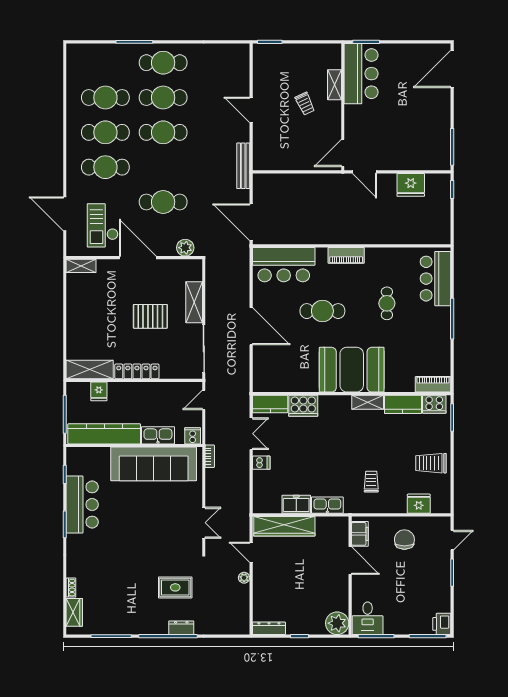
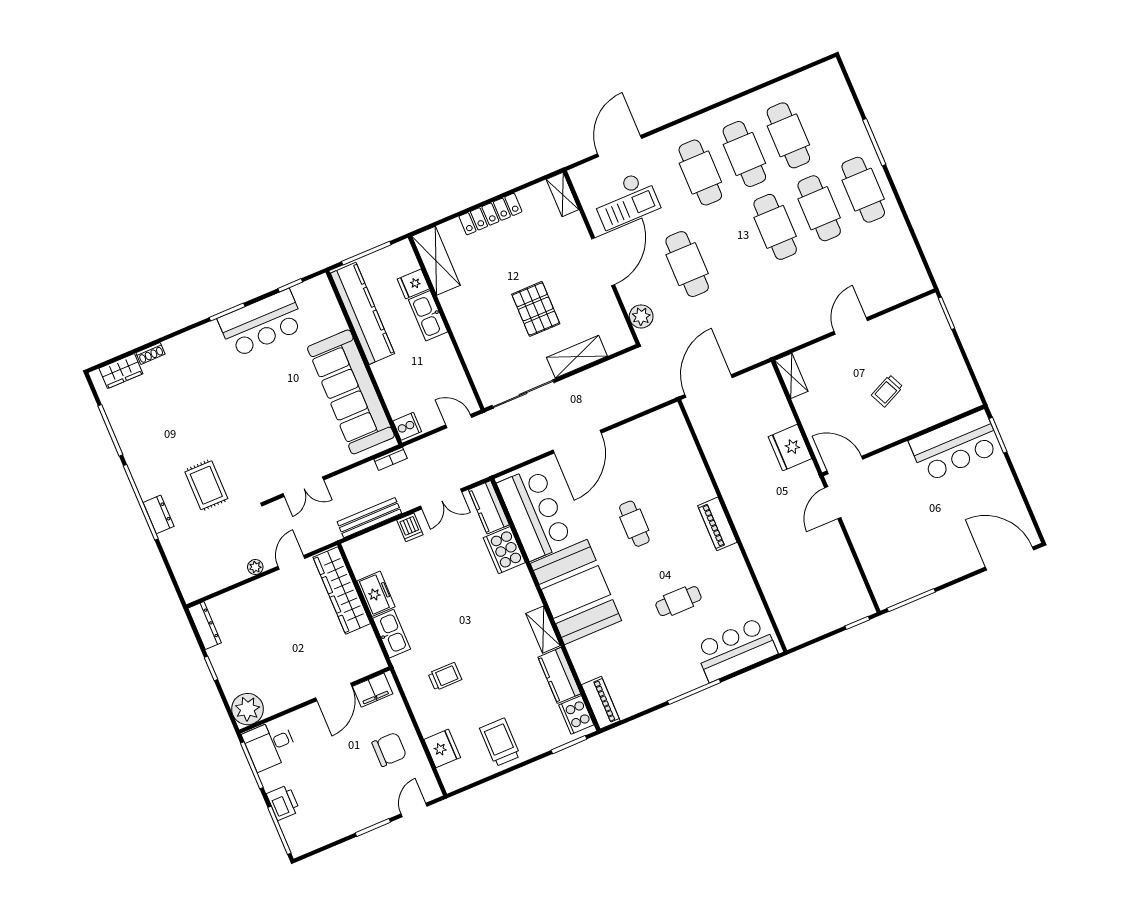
shelving: (334, 85) -> (791, 376), moved, turned 90
bench: (243, 166) -> (369, 518), moved
fridge: (411, 185) -> (790, 448), moved
checkout: (103, 225) -> (625, 200), turned 180
bar counter: (284, 265) -> (535, 513), moved, turned 180
cafe table: (322, 311) -> (634, 524), width x0.73, depth x0.74
locker: (137, 371) -> (490, 214), moved, turned 90
kitchen sink: (158, 435) -> (428, 316), moved, turned 180
door: (452, 540) -> (414, 810), swing flipped
printer: (442, 624) -> (283, 802), moved, turned 90

